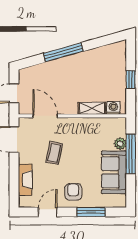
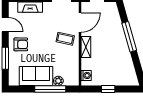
shelving: (92, 108) -> (86, 47), moved
coffee table: (54, 153) -> (65, 39), moved

